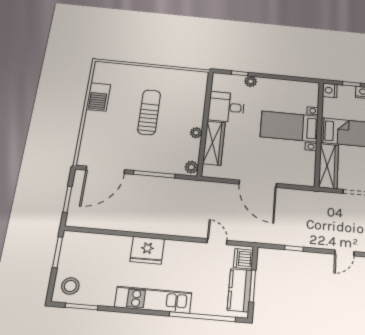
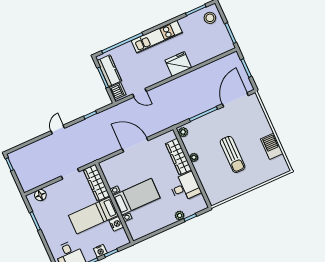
nightstand: (330, 90) -> (116, 224), moved

